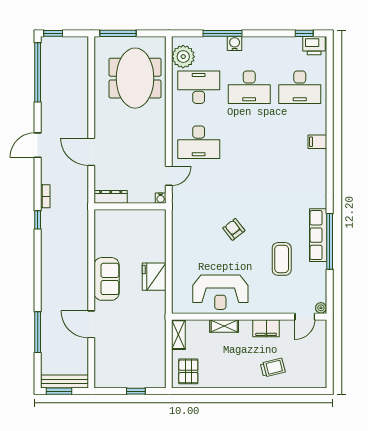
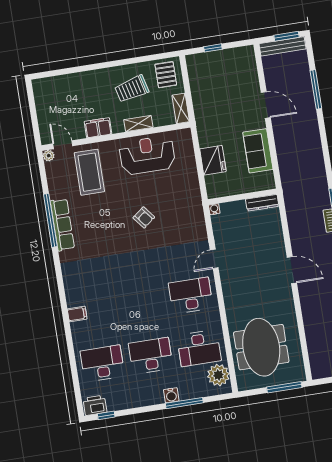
dresser: (111, 197) -> (262, 203), moved
water cooler: (161, 198) -> (214, 209), moved
wall: (130, 206) -> (242, 197), moved
coffee table: (282, 259) -> (89, 172), moved, width x1.36, depth x1.32
door: (305, 317) -> (63, 145), hinge flipped
trolley: (273, 368) -> (132, 89), moved, width x1.36, depth x1.39

